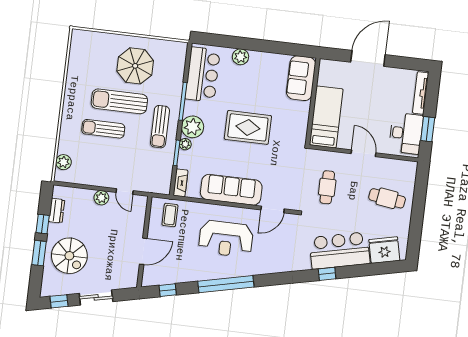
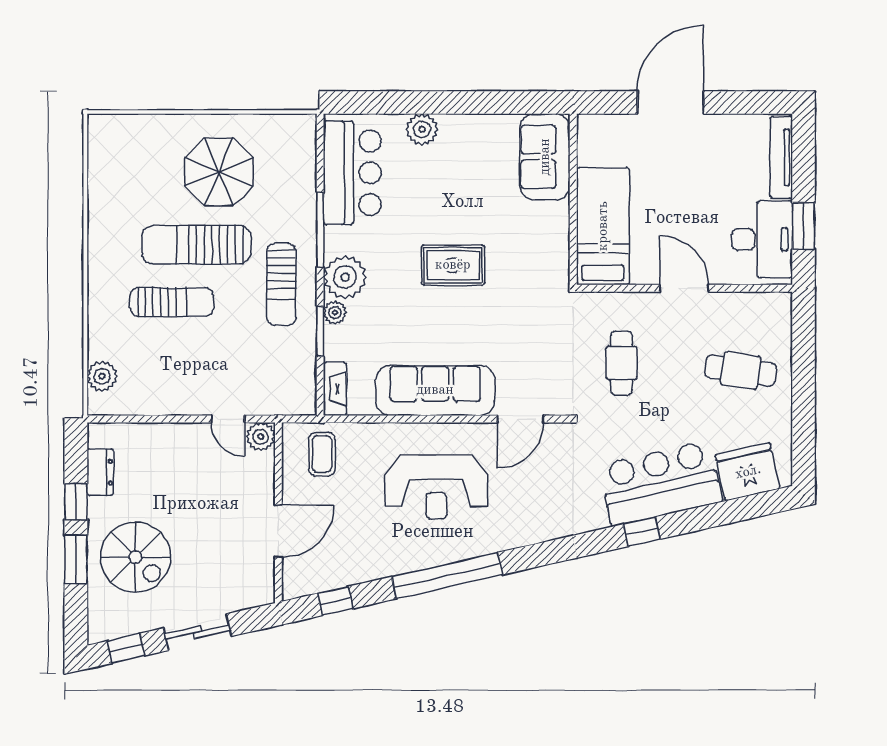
rug: (248, 127) -> (453, 265), width x0.73, depth x0.70
sun lounger: (103, 129) -> (172, 302), turned 180
plant: (101, 198) -> (261, 437), moved

